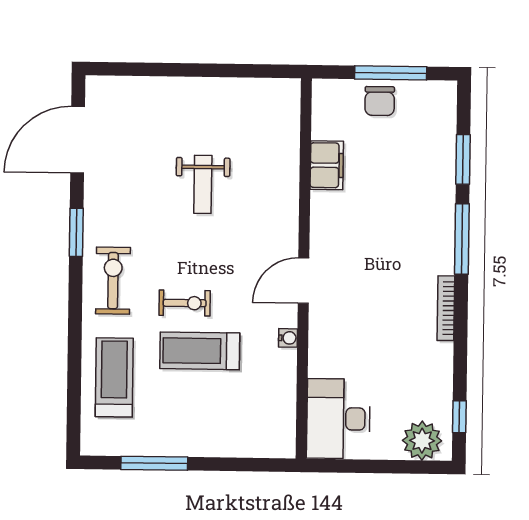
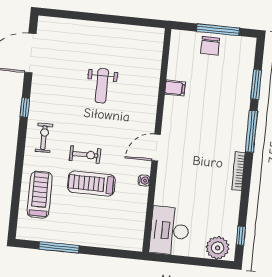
filing cabinet: (327, 165) -> (175, 88), width x0.50
window: (76, 232) -> (25, 107), width x0.67
exercise bike: (113, 281) -> (44, 138), width x0.73, depth x0.72

